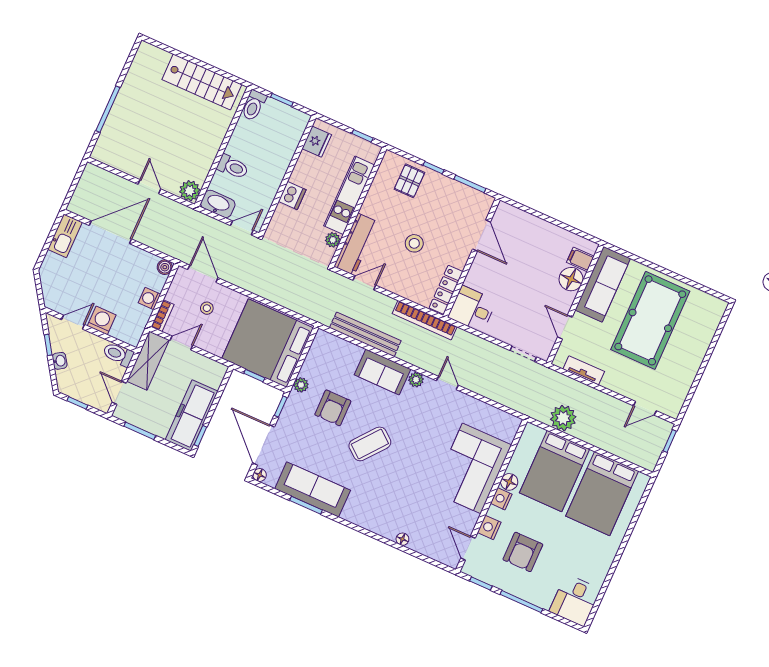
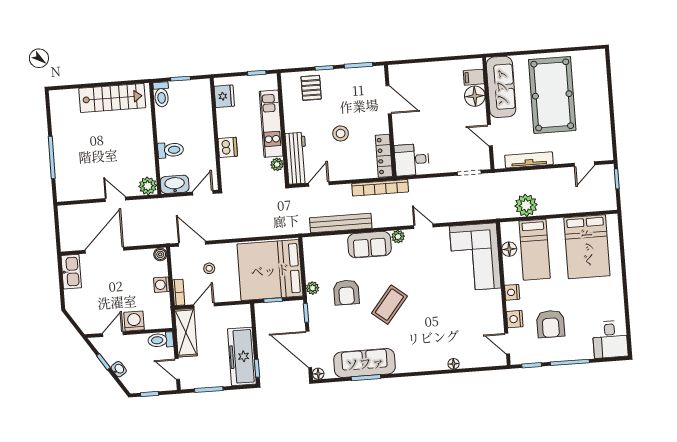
tv unit: (584, 370) -> (529, 160), width x1.41
corner sofa: (472, 468) -> (475, 257), moved
bed: (555, 471) -> (535, 250), width x0.67
floor lamp: (509, 482) -> (509, 249), moved

